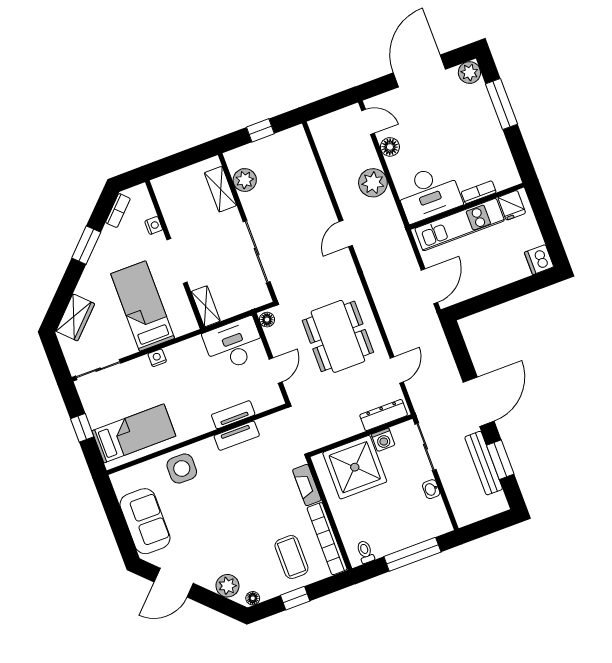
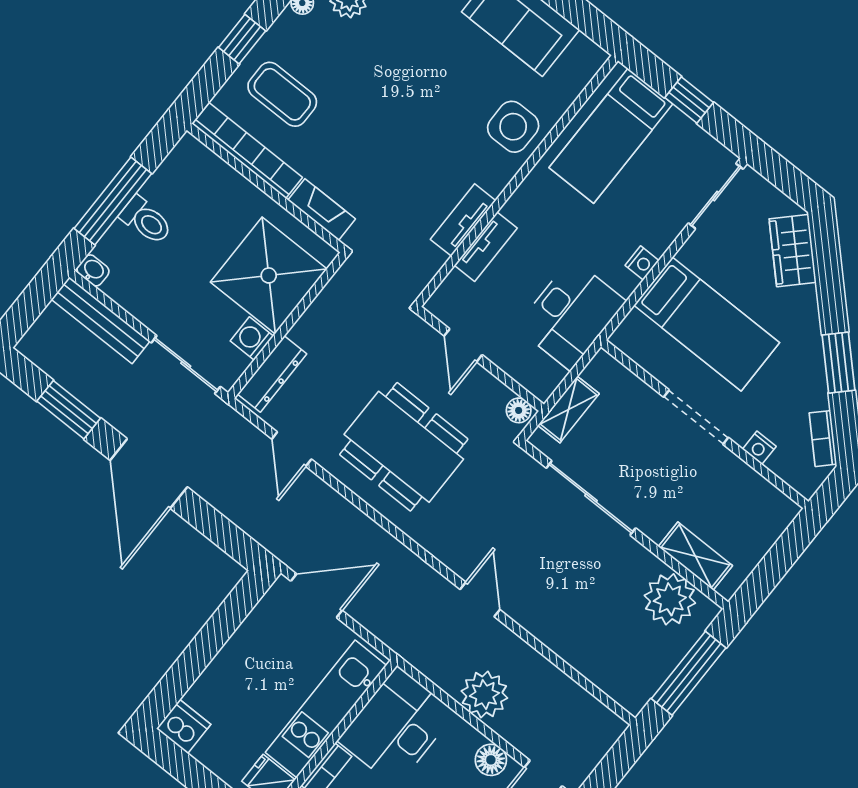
window: (260, 130) -> (689, 673), width x2.17
plant: (245, 180) -> (670, 599), width x1.36, depth x1.36
door: (429, 286) -> (316, 596), swing flipped
shelving: (206, 306) -> (569, 409), moved, turned 90
desk: (234, 344) -> (571, 314), moved
bench: (484, 463) -> (101, 320), moved
washbasin: (431, 489) -> (93, 270), moved
toilet: (365, 552) -> (146, 220), moved, width x1.37, depth x1.39

